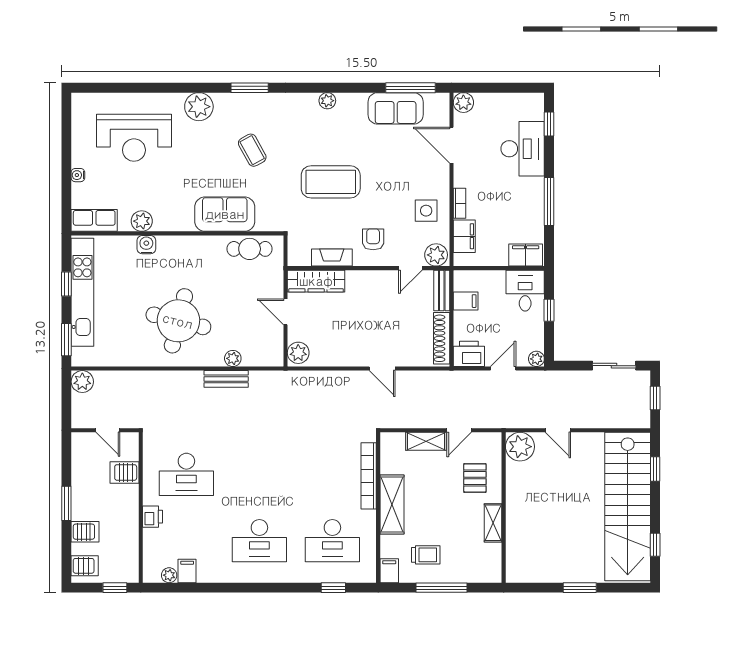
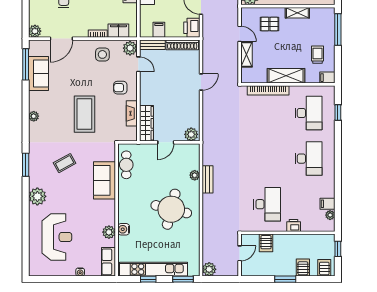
window: (441, 588) -> (338, 29), moved

